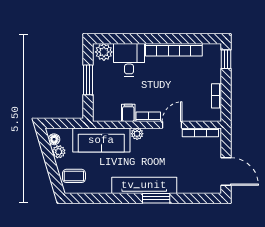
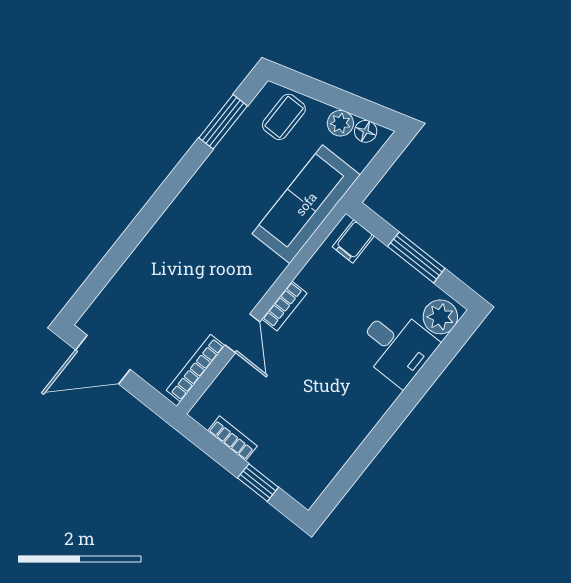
bookcase: (174, 50) -> (357, 429), removed
window: (226, 59) -> (258, 483), moved
filing cabinet: (128, 113) -> (353, 241), moved, turned 90
plant: (137, 134) -> (272, 268), removed
tv unit: (144, 185) -> (182, 215), removed
window: (156, 198) -> (223, 122), moved

